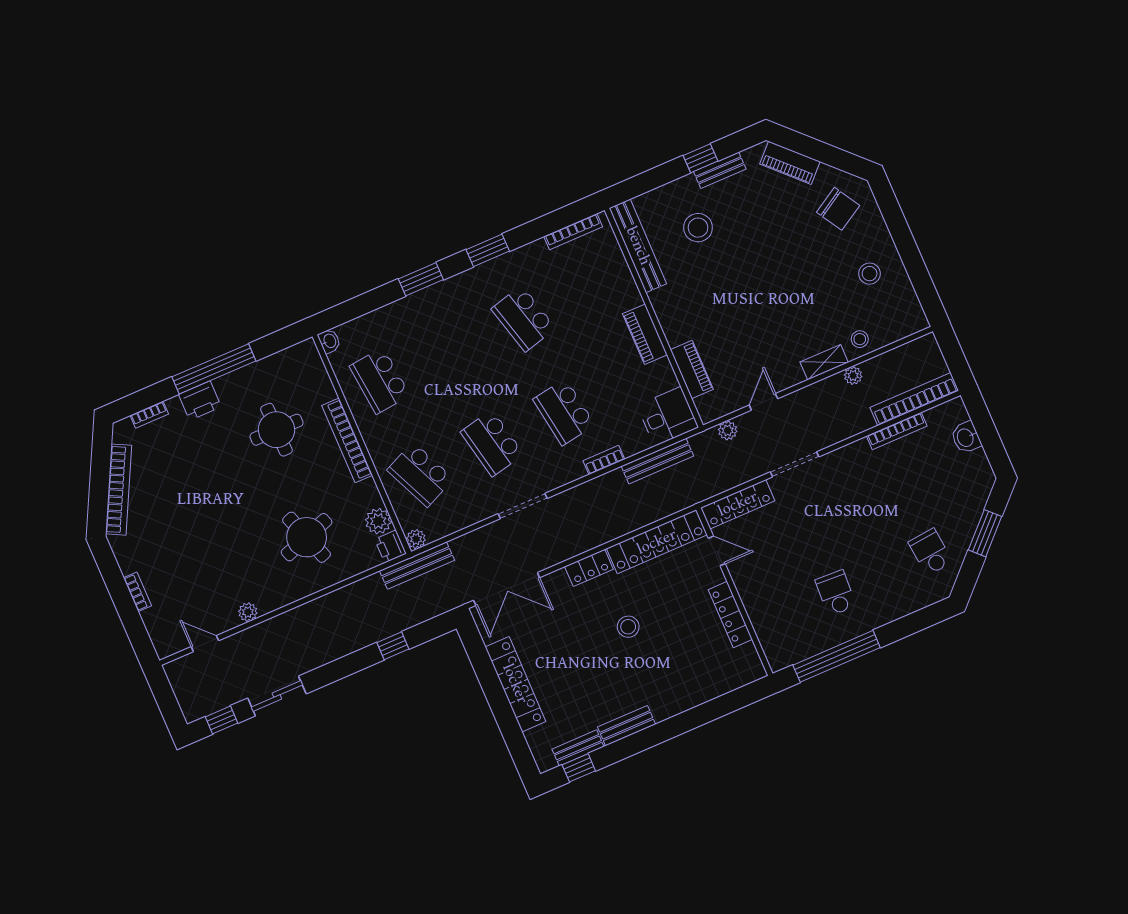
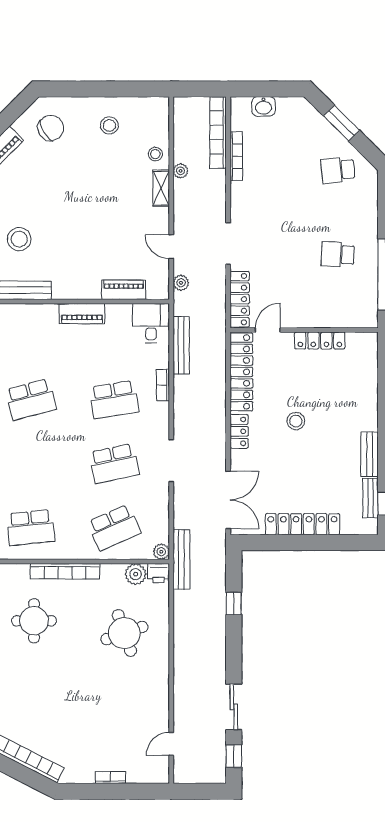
plant: (248, 612) -> (161, 701), removed

